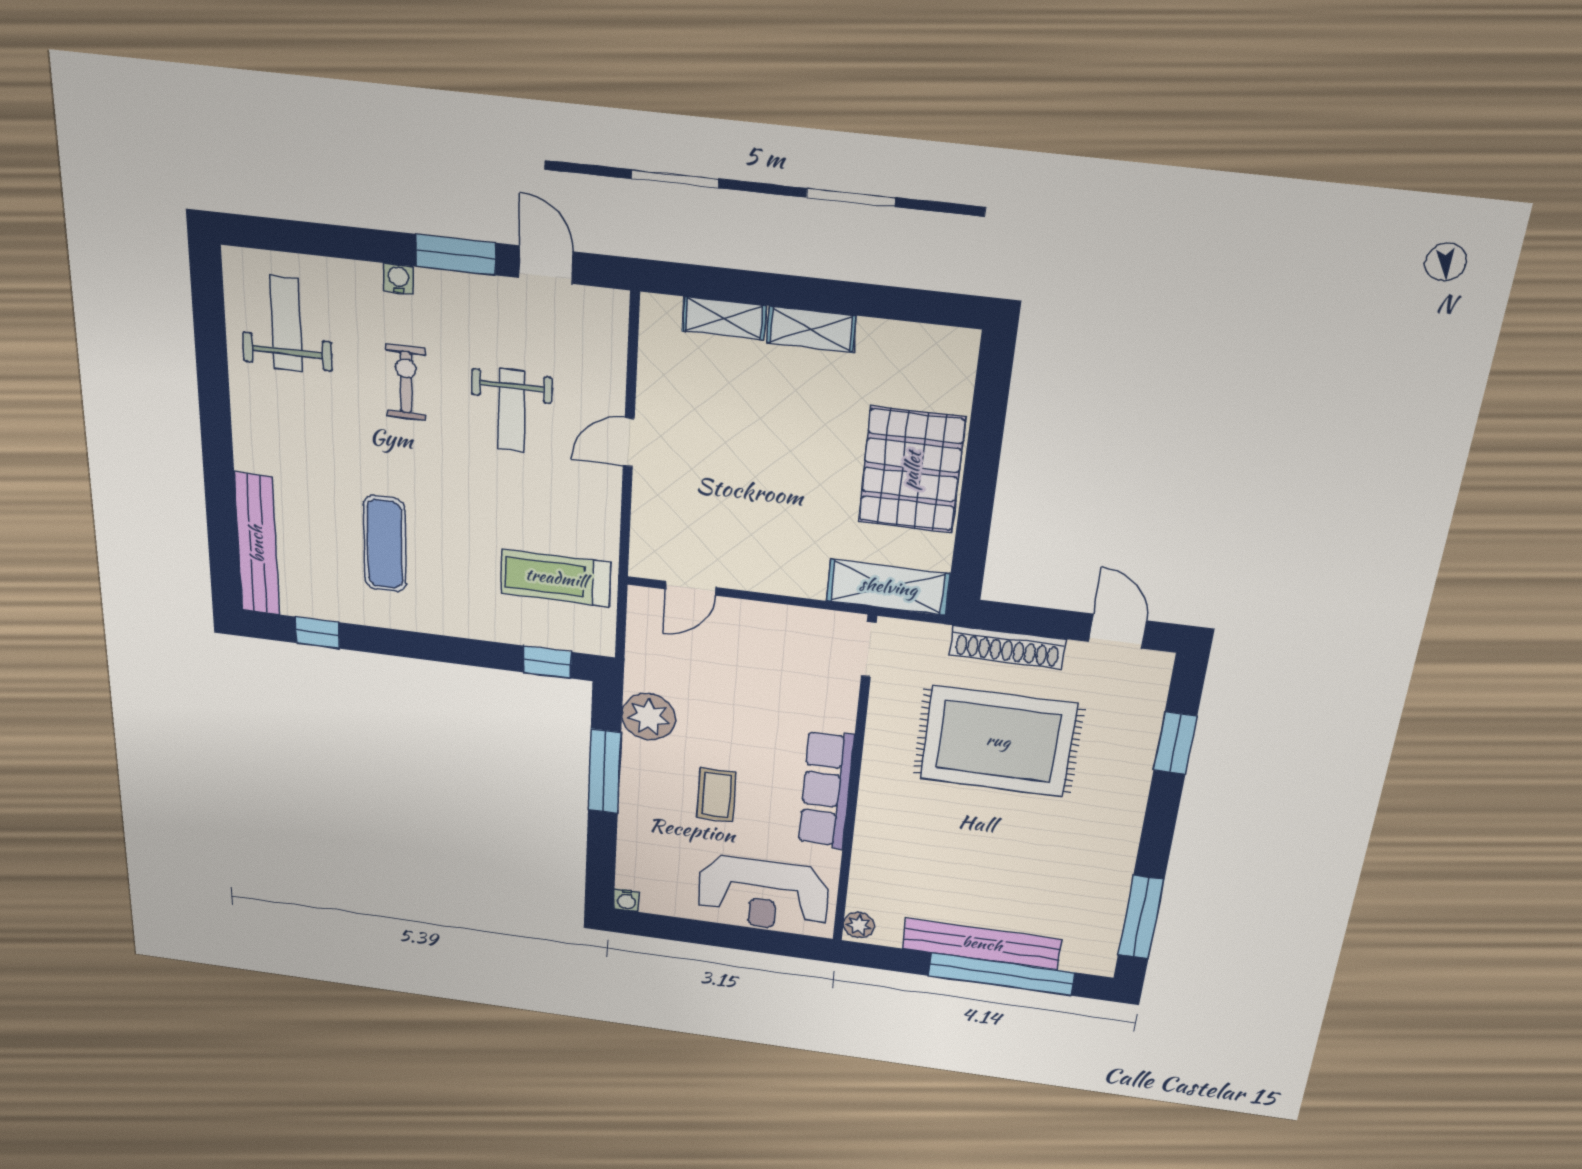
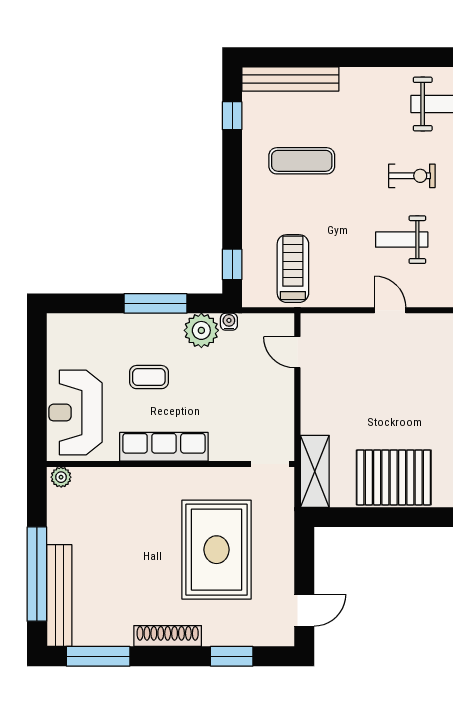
shoe rack: (1007, 647) -> (168, 636), moved, turned 90
water cooler: (626, 900) -> (229, 322), moved, turned 90
bench: (982, 944) -> (59, 596), moved

